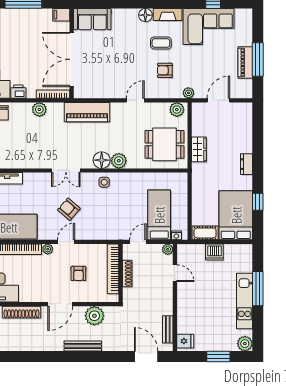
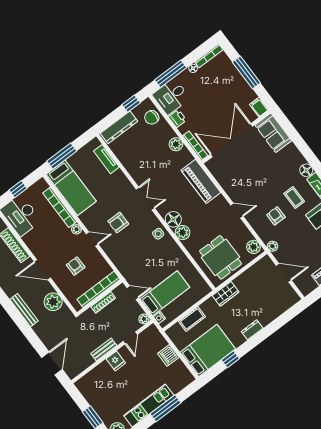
wardrobe: (199, 149) -> (226, 294), moved
double door: (66, 170) -> (145, 199), swing flipped
armchair: (69, 209) -> (118, 223), turned -131
cot: (205, 233) -> (192, 319), moved, turned 90
armchair: (78, 273) -> (76, 266), turned 90
bench: (168, 329) -> (104, 350), moved
fridge: (185, 341) -> (116, 361), moved

